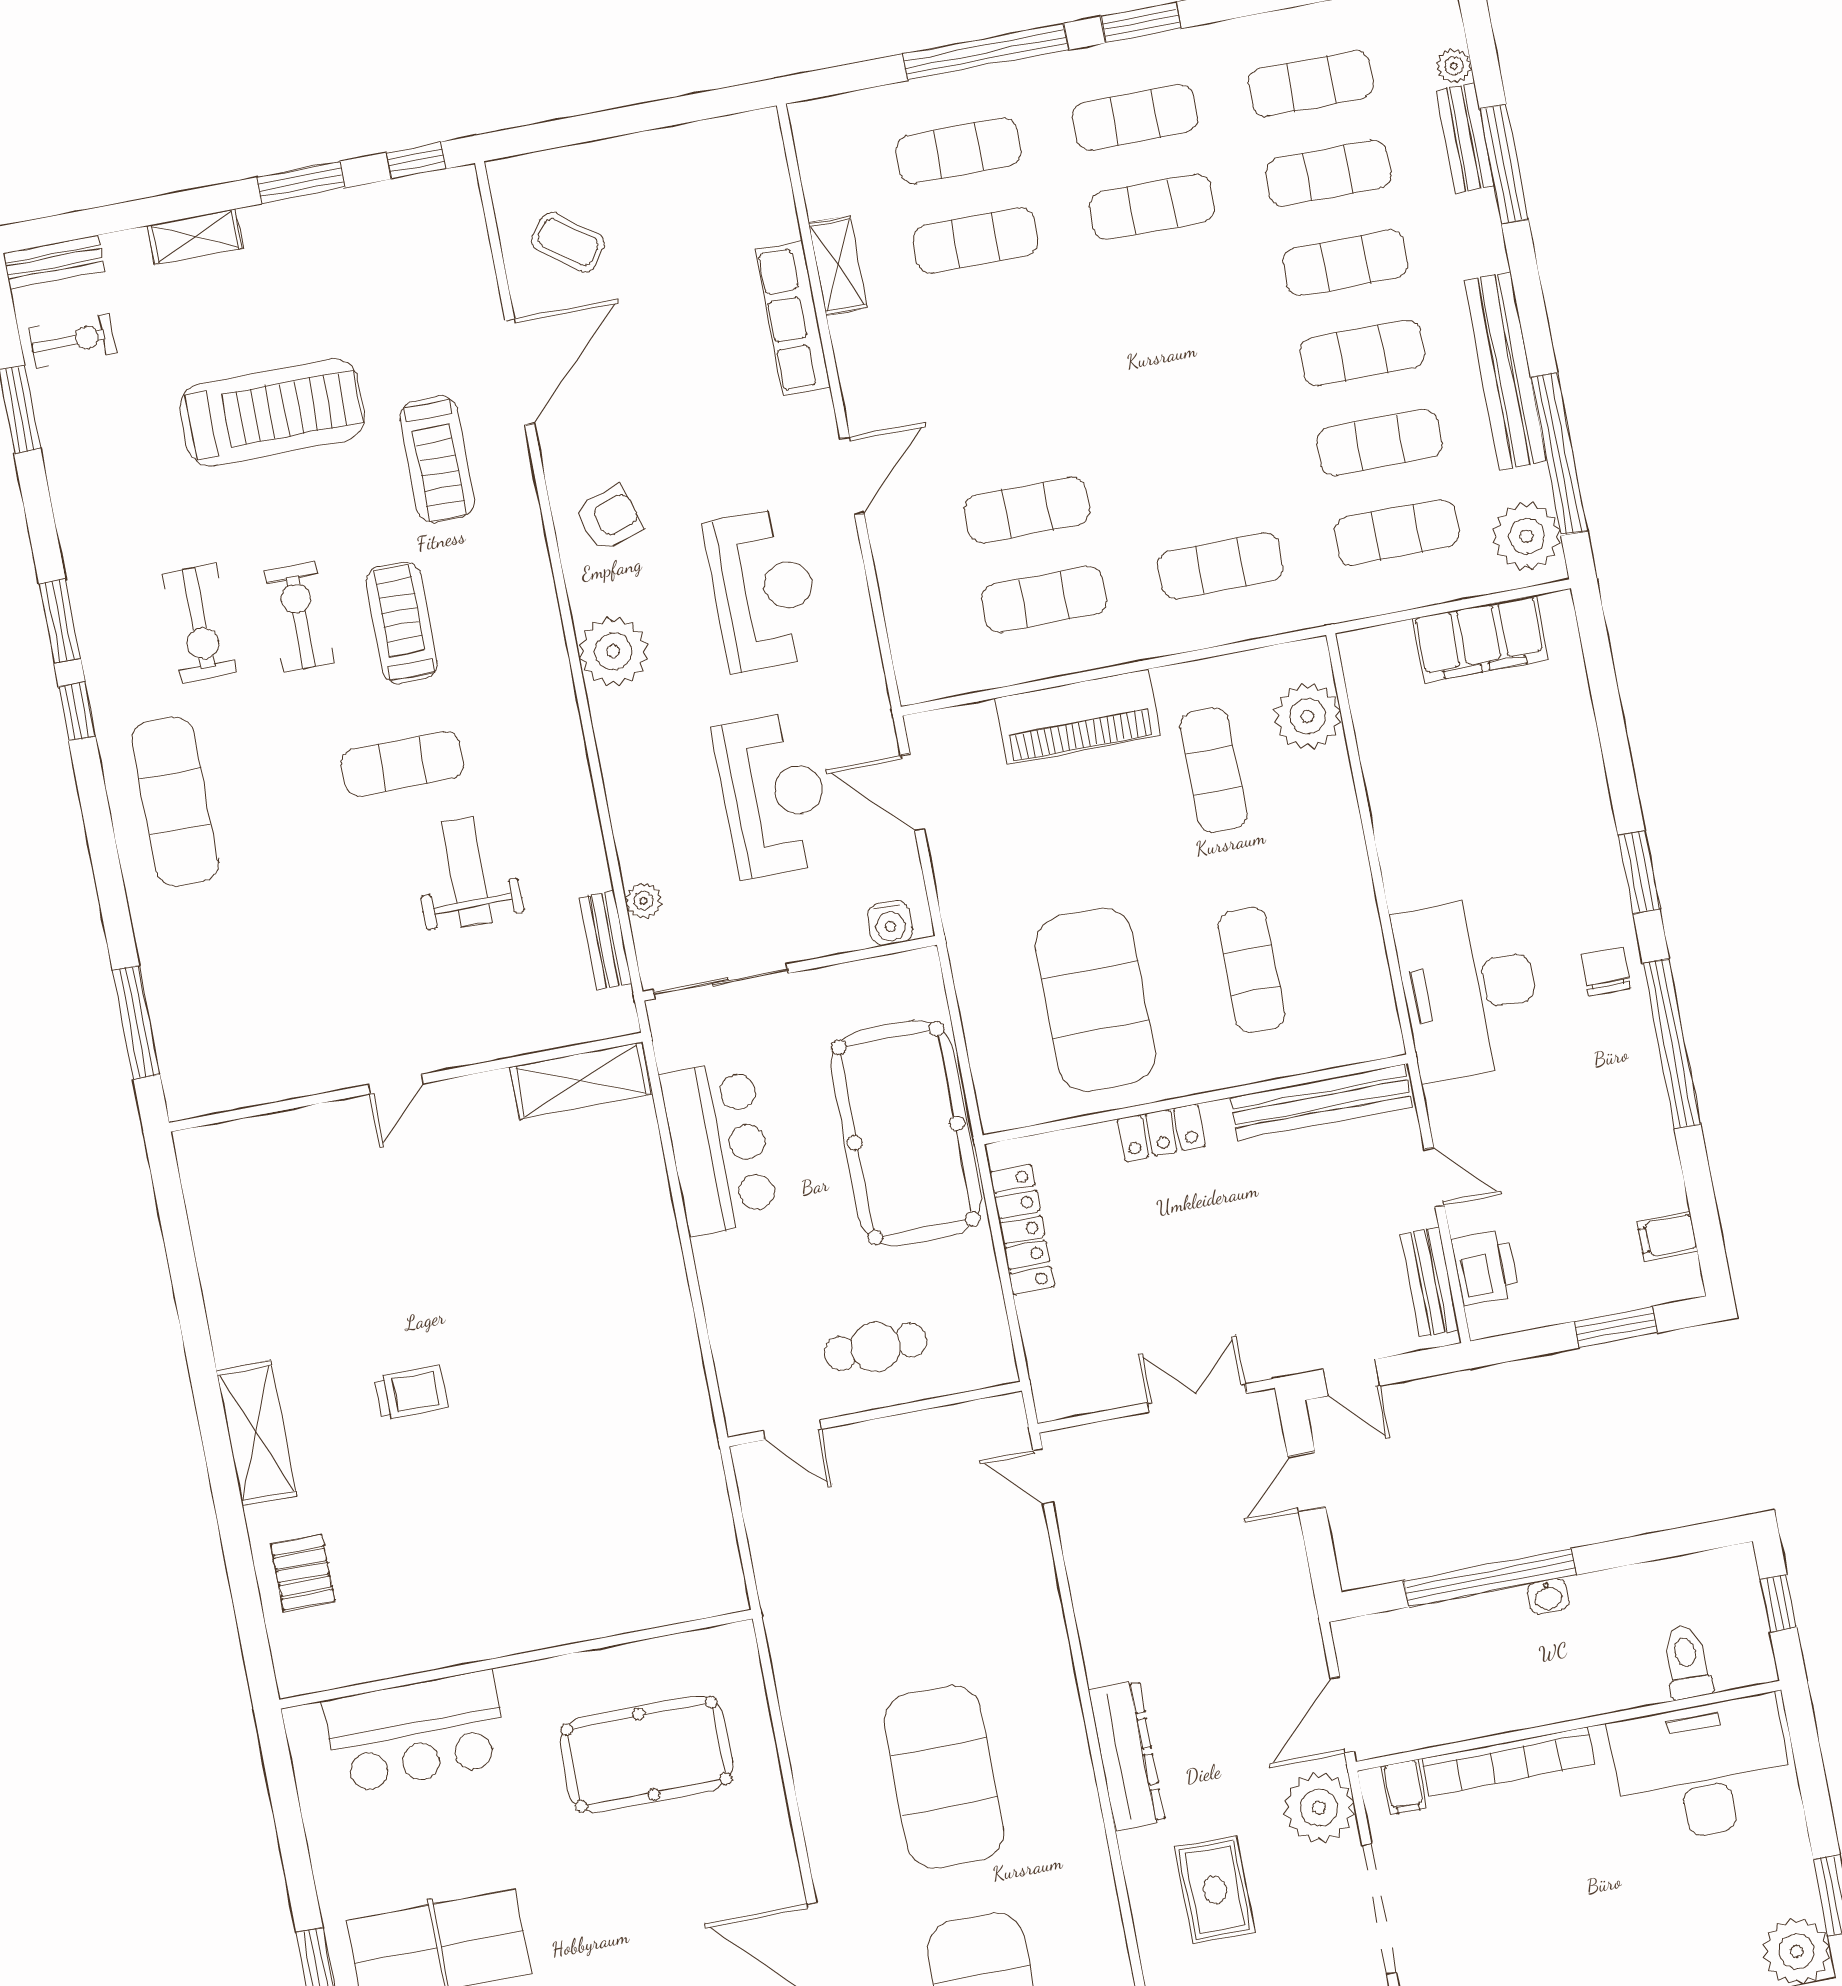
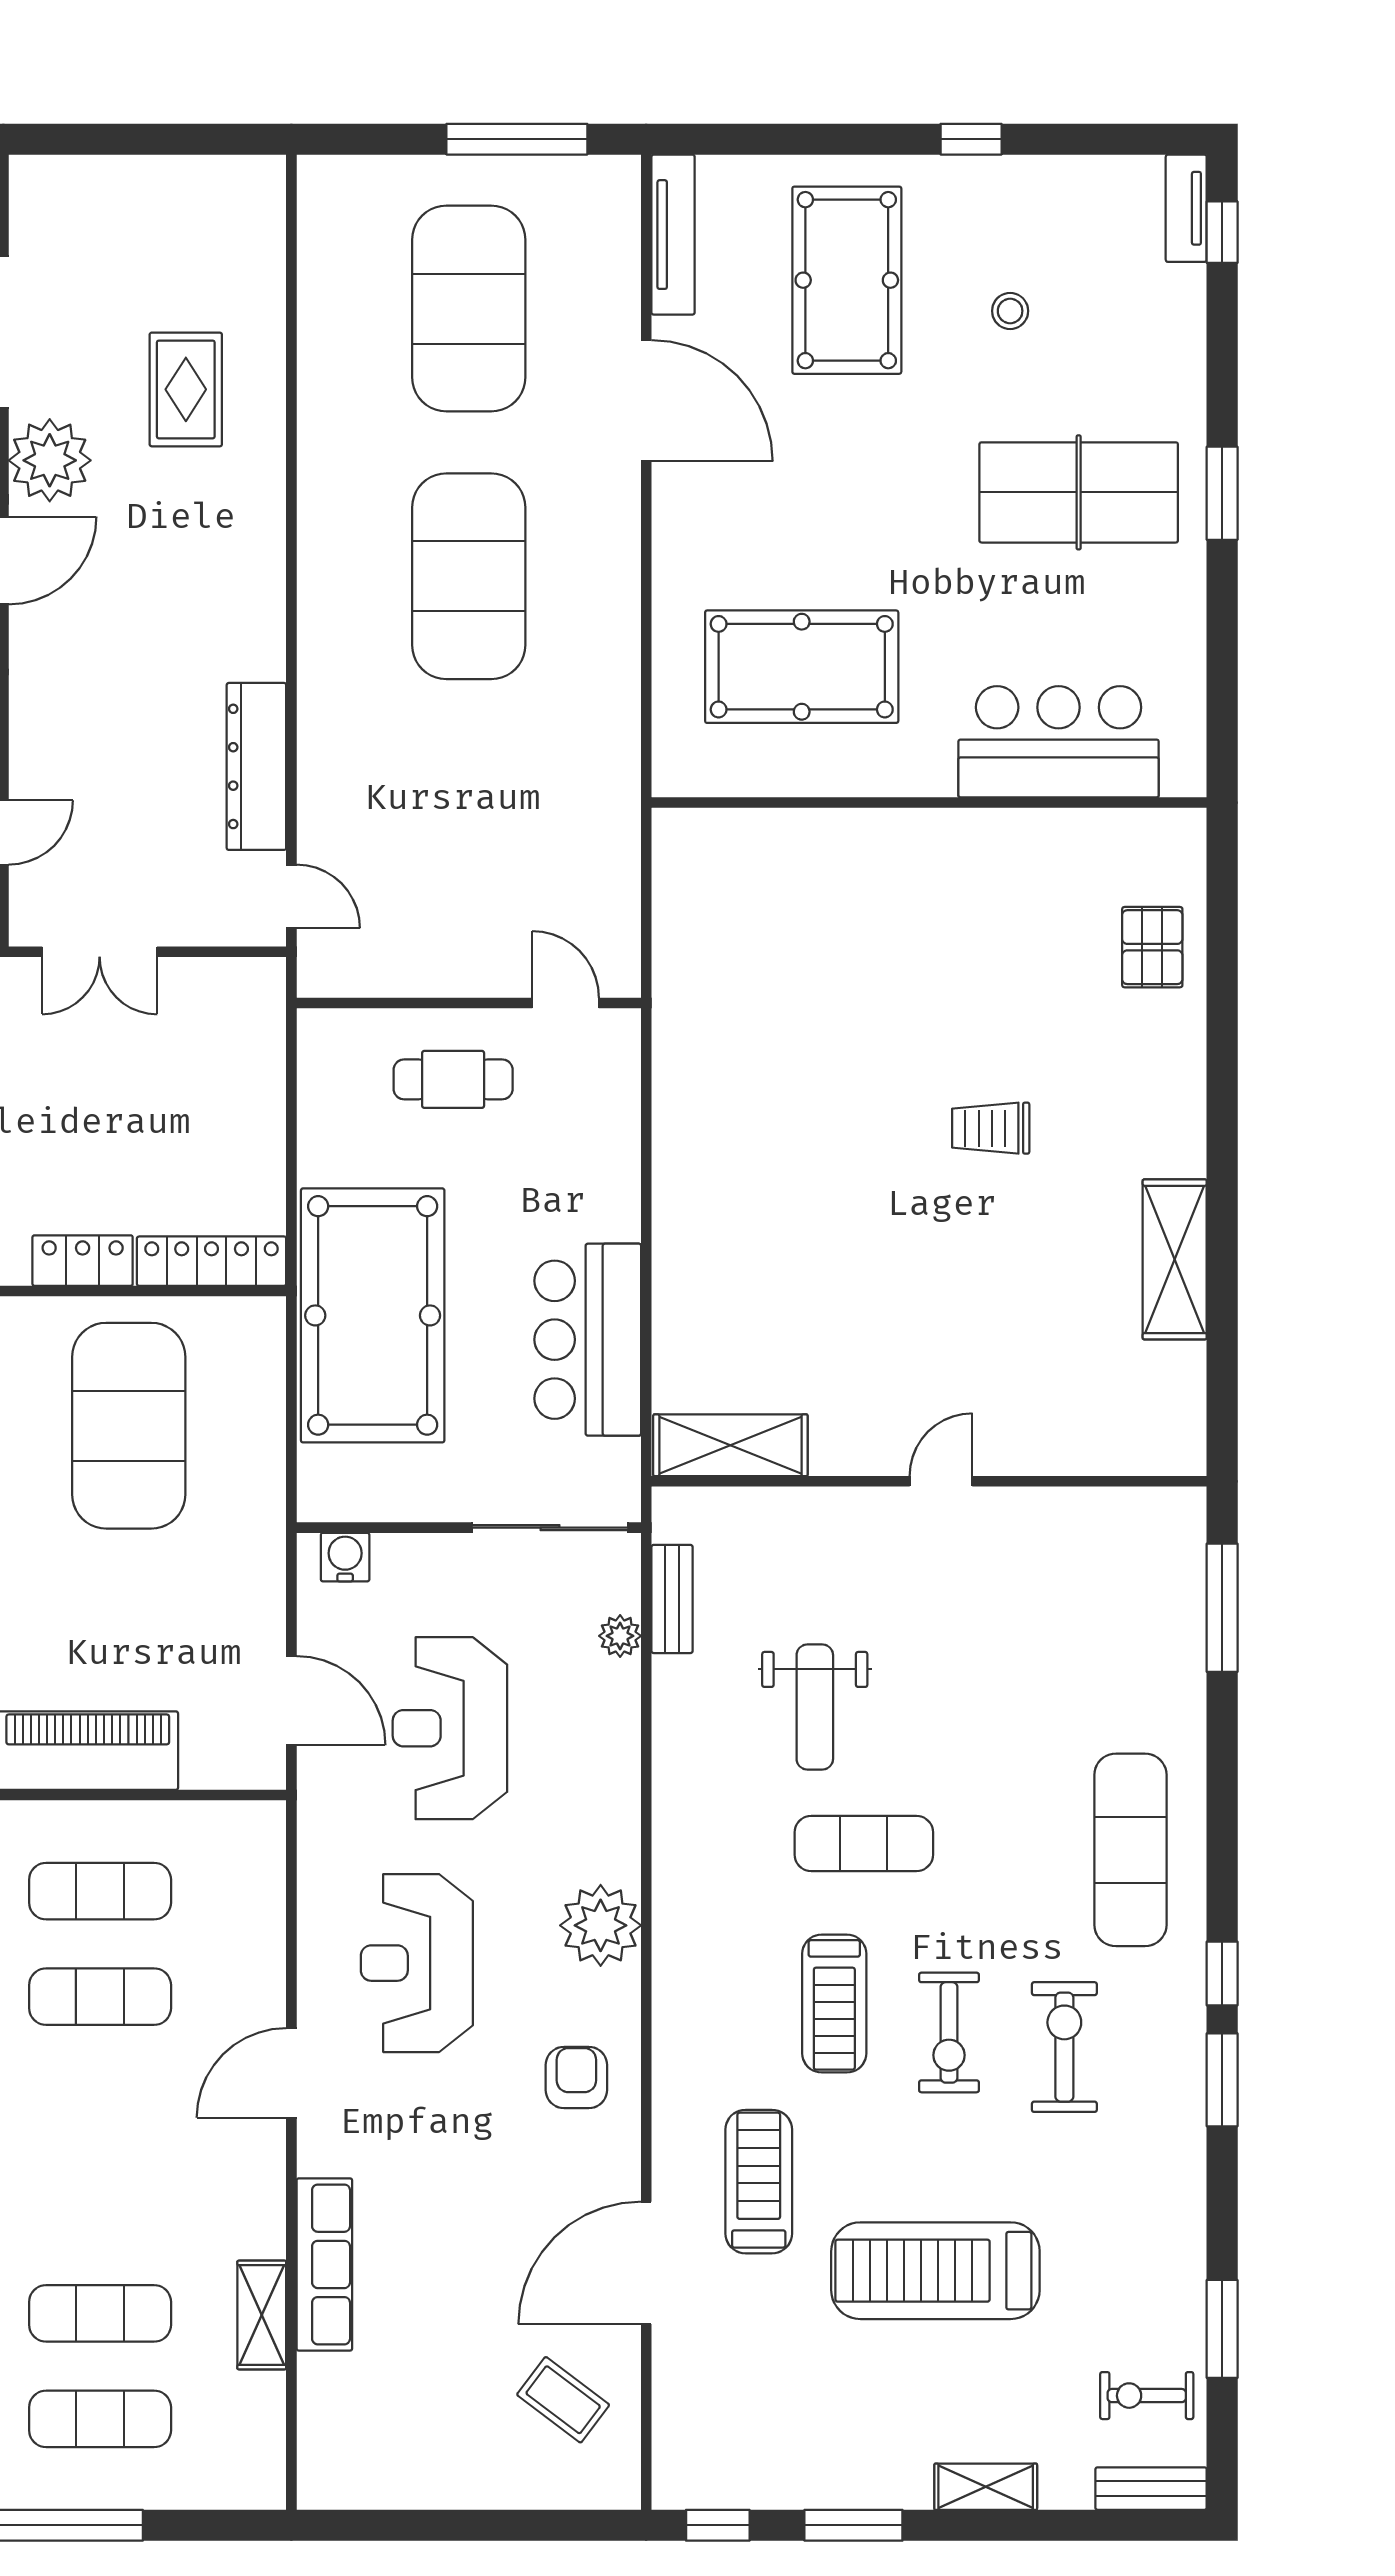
armchair: (609, 518) -> (576, 2078), turned 108
locker: (1022, 1230) -> (212, 1261), moved, turned 90
shelving: (256, 1433) -> (1175, 1259), moved
dresser: (1127, 1755) -> (256, 766), moved

